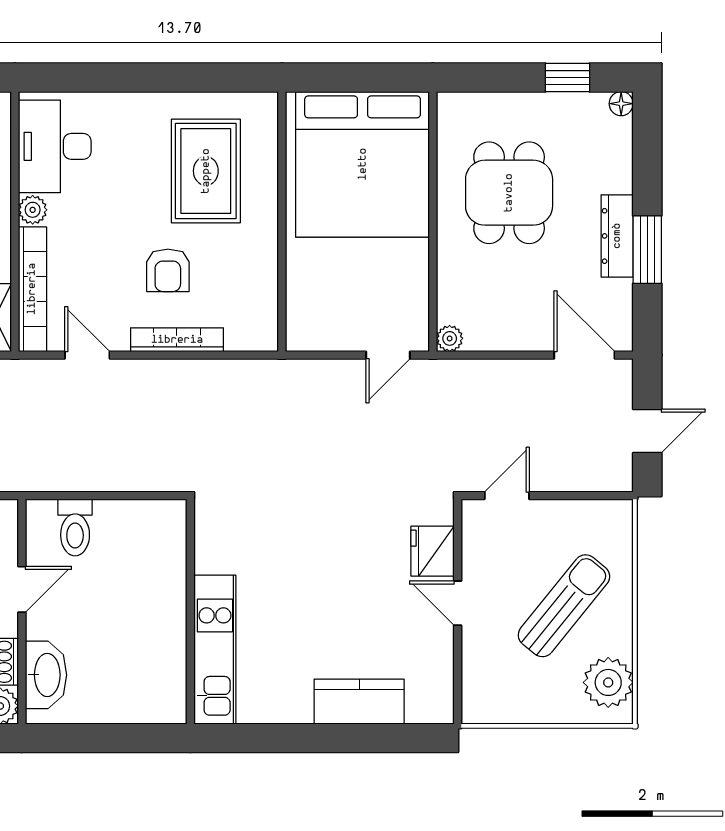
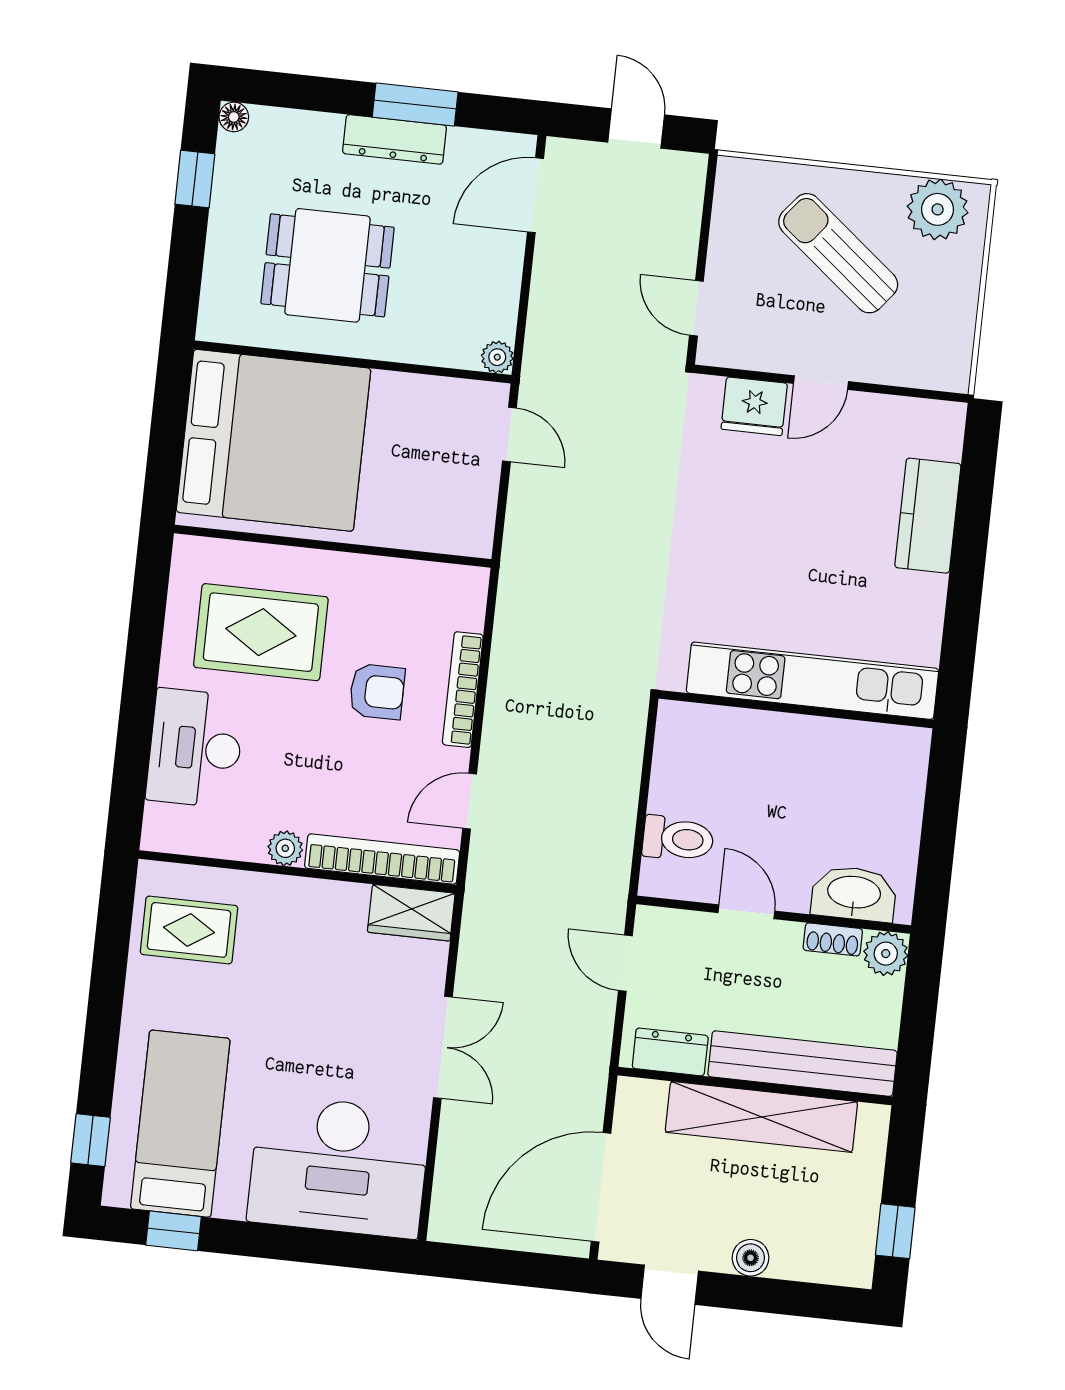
desk: (55, 146) -> (195, 748), moved, turned 90
kitchen unit: (215, 650) -> (812, 681), width x1.36

